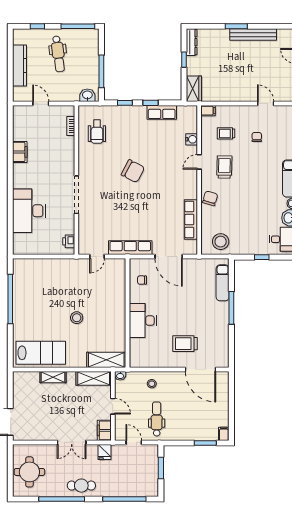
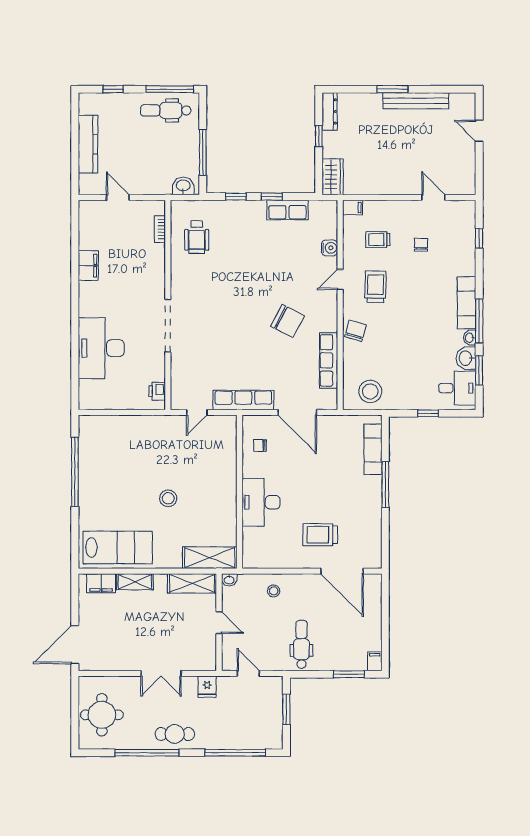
dental chair: (58, 54) -> (166, 110), moved, turned 97
chair: (133, 171) -> (287, 321), moved
dental chair: (157, 419) -> (301, 644), moved
filing cabinet: (104, 430) -> (101, 583), moved, turned -90

